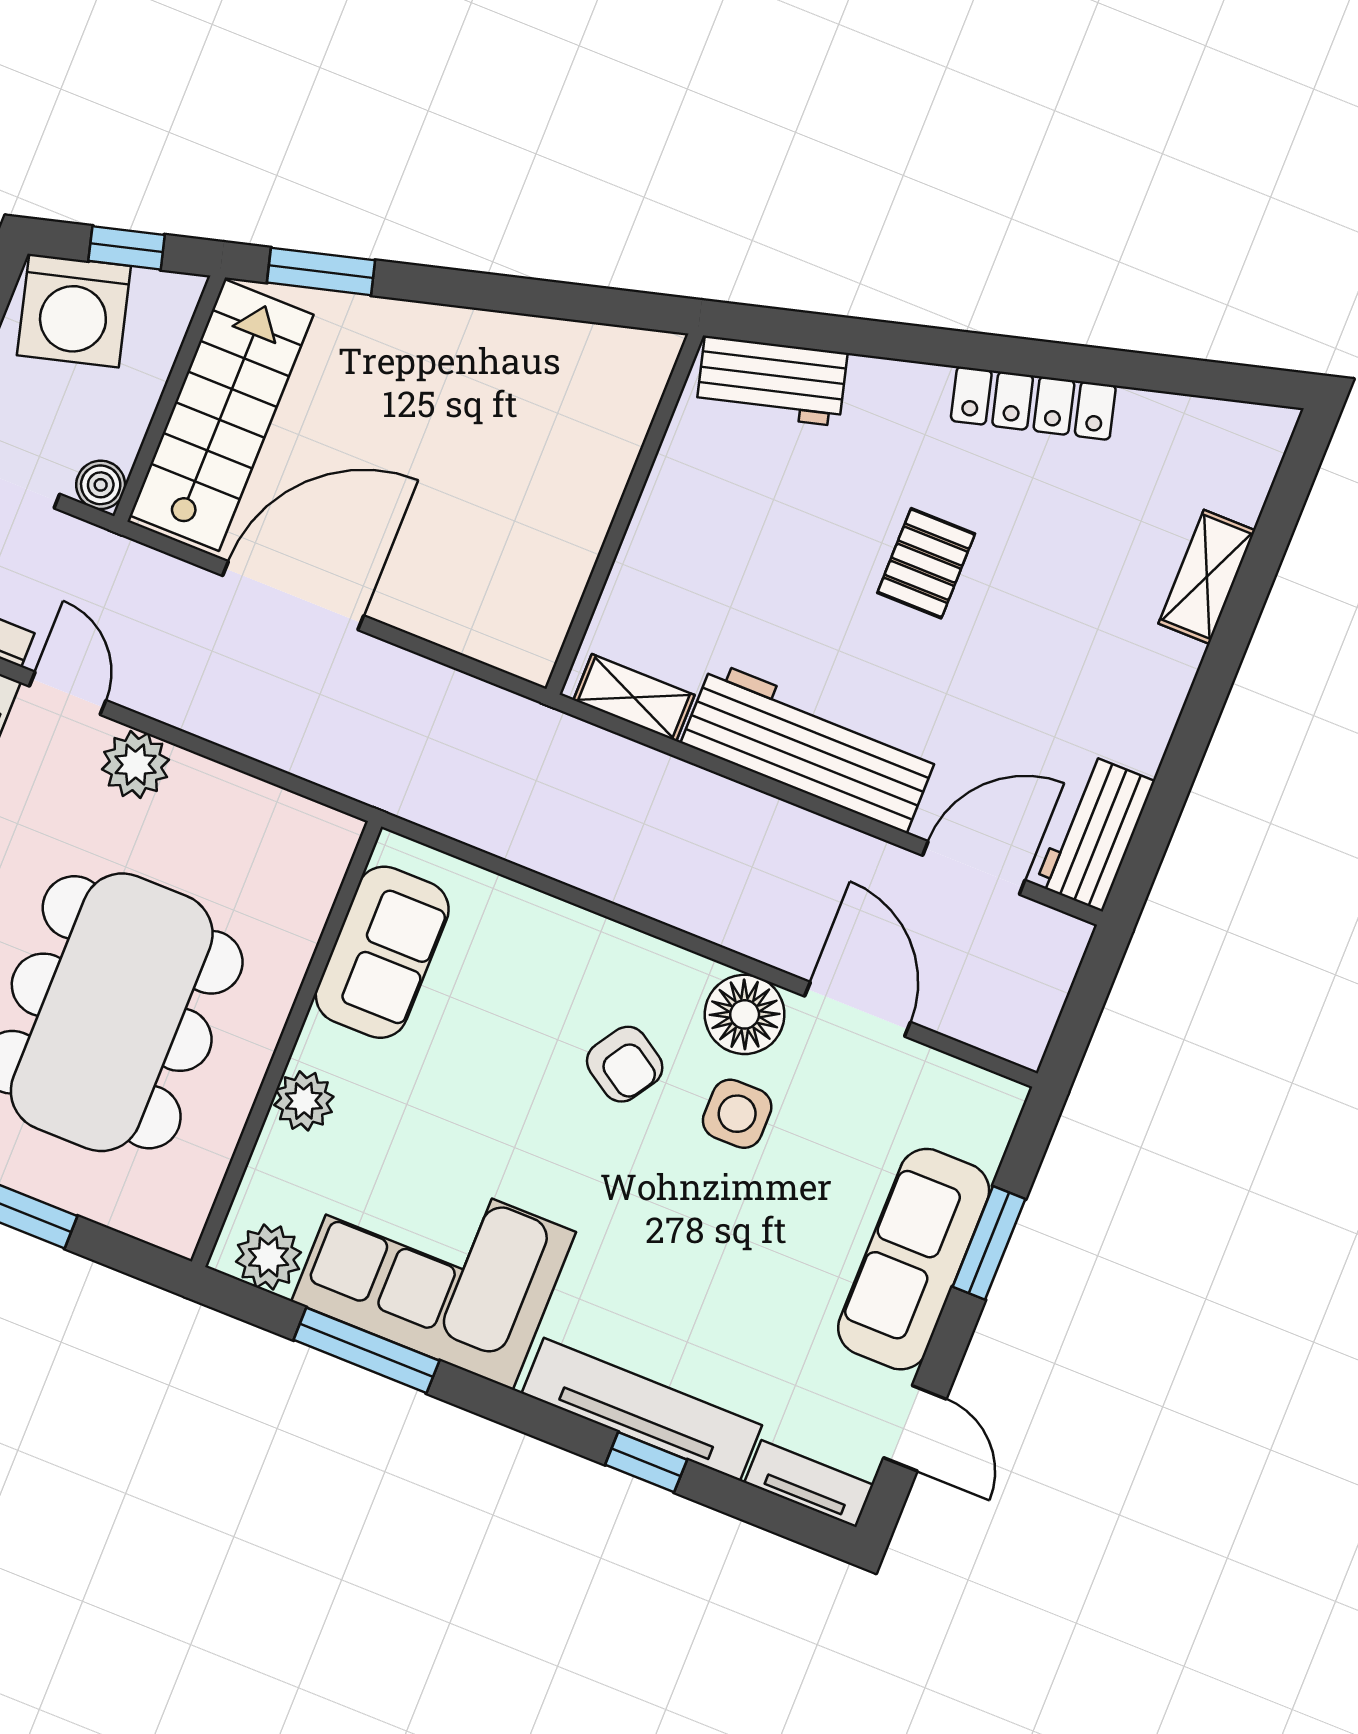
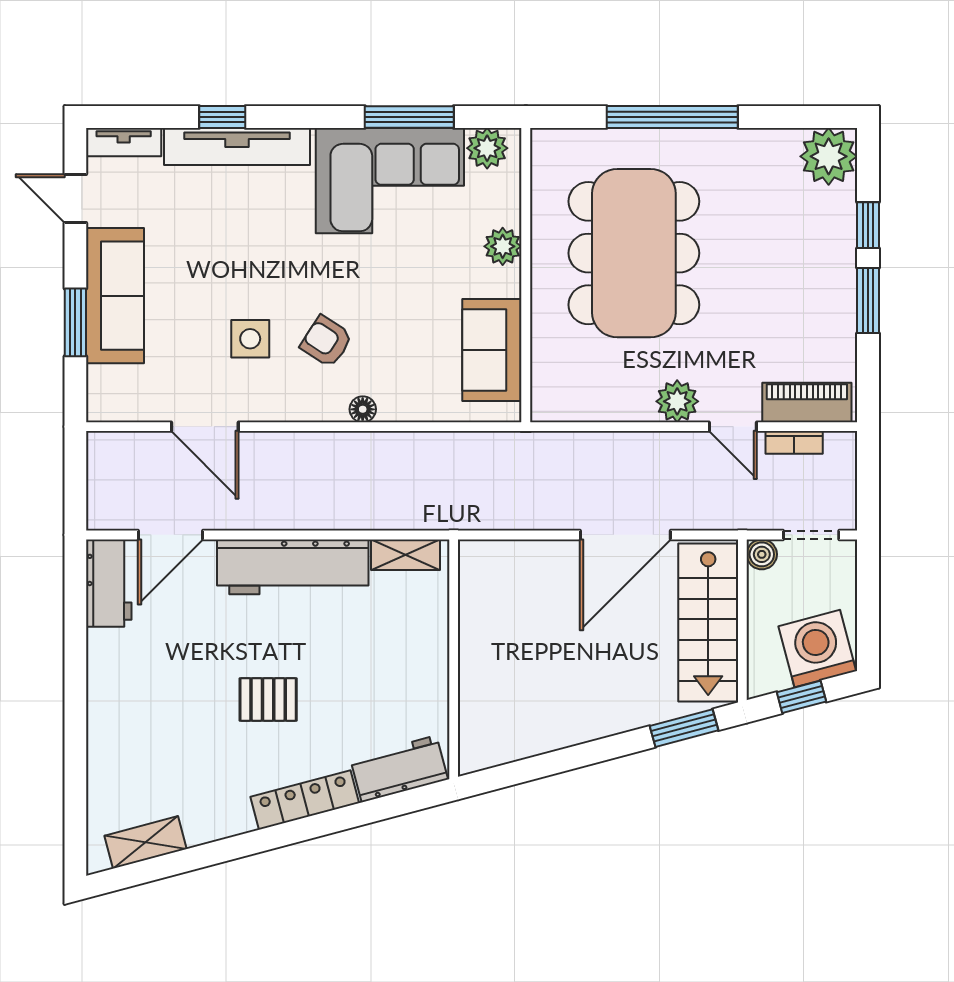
locker: (1033, 403) -> (305, 800), moved
pallet: (926, 563) -> (268, 699), turned 90
shelving: (1207, 577) -> (146, 842), moved, turned 75
floor lamp: (745, 1014) -> (363, 409), moved, width x0.53, depth x0.53

